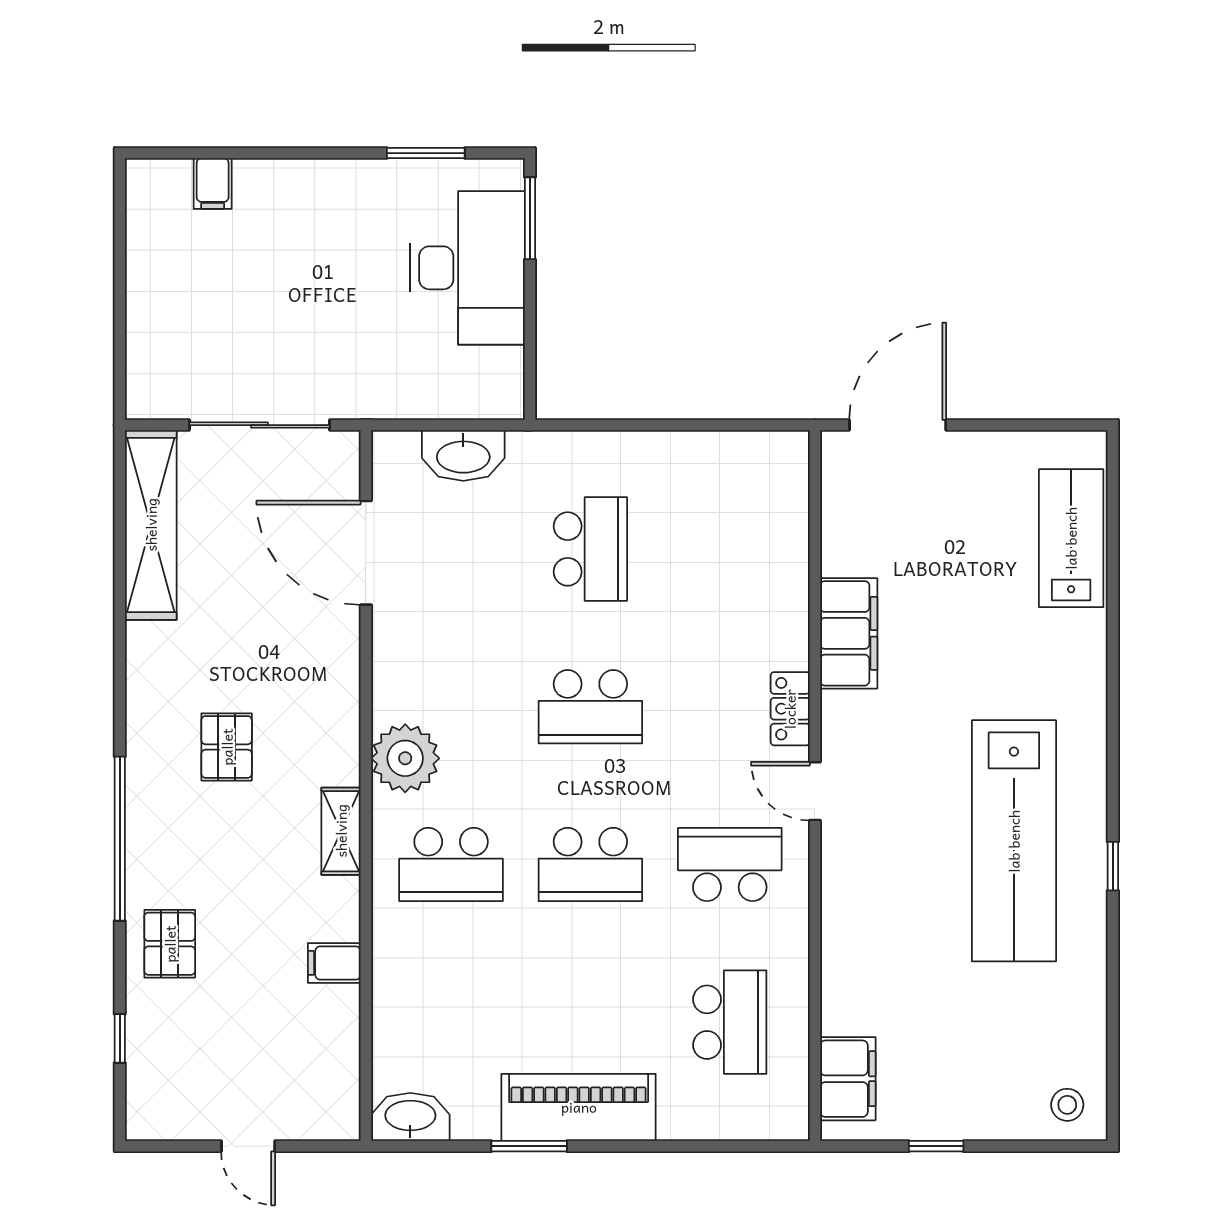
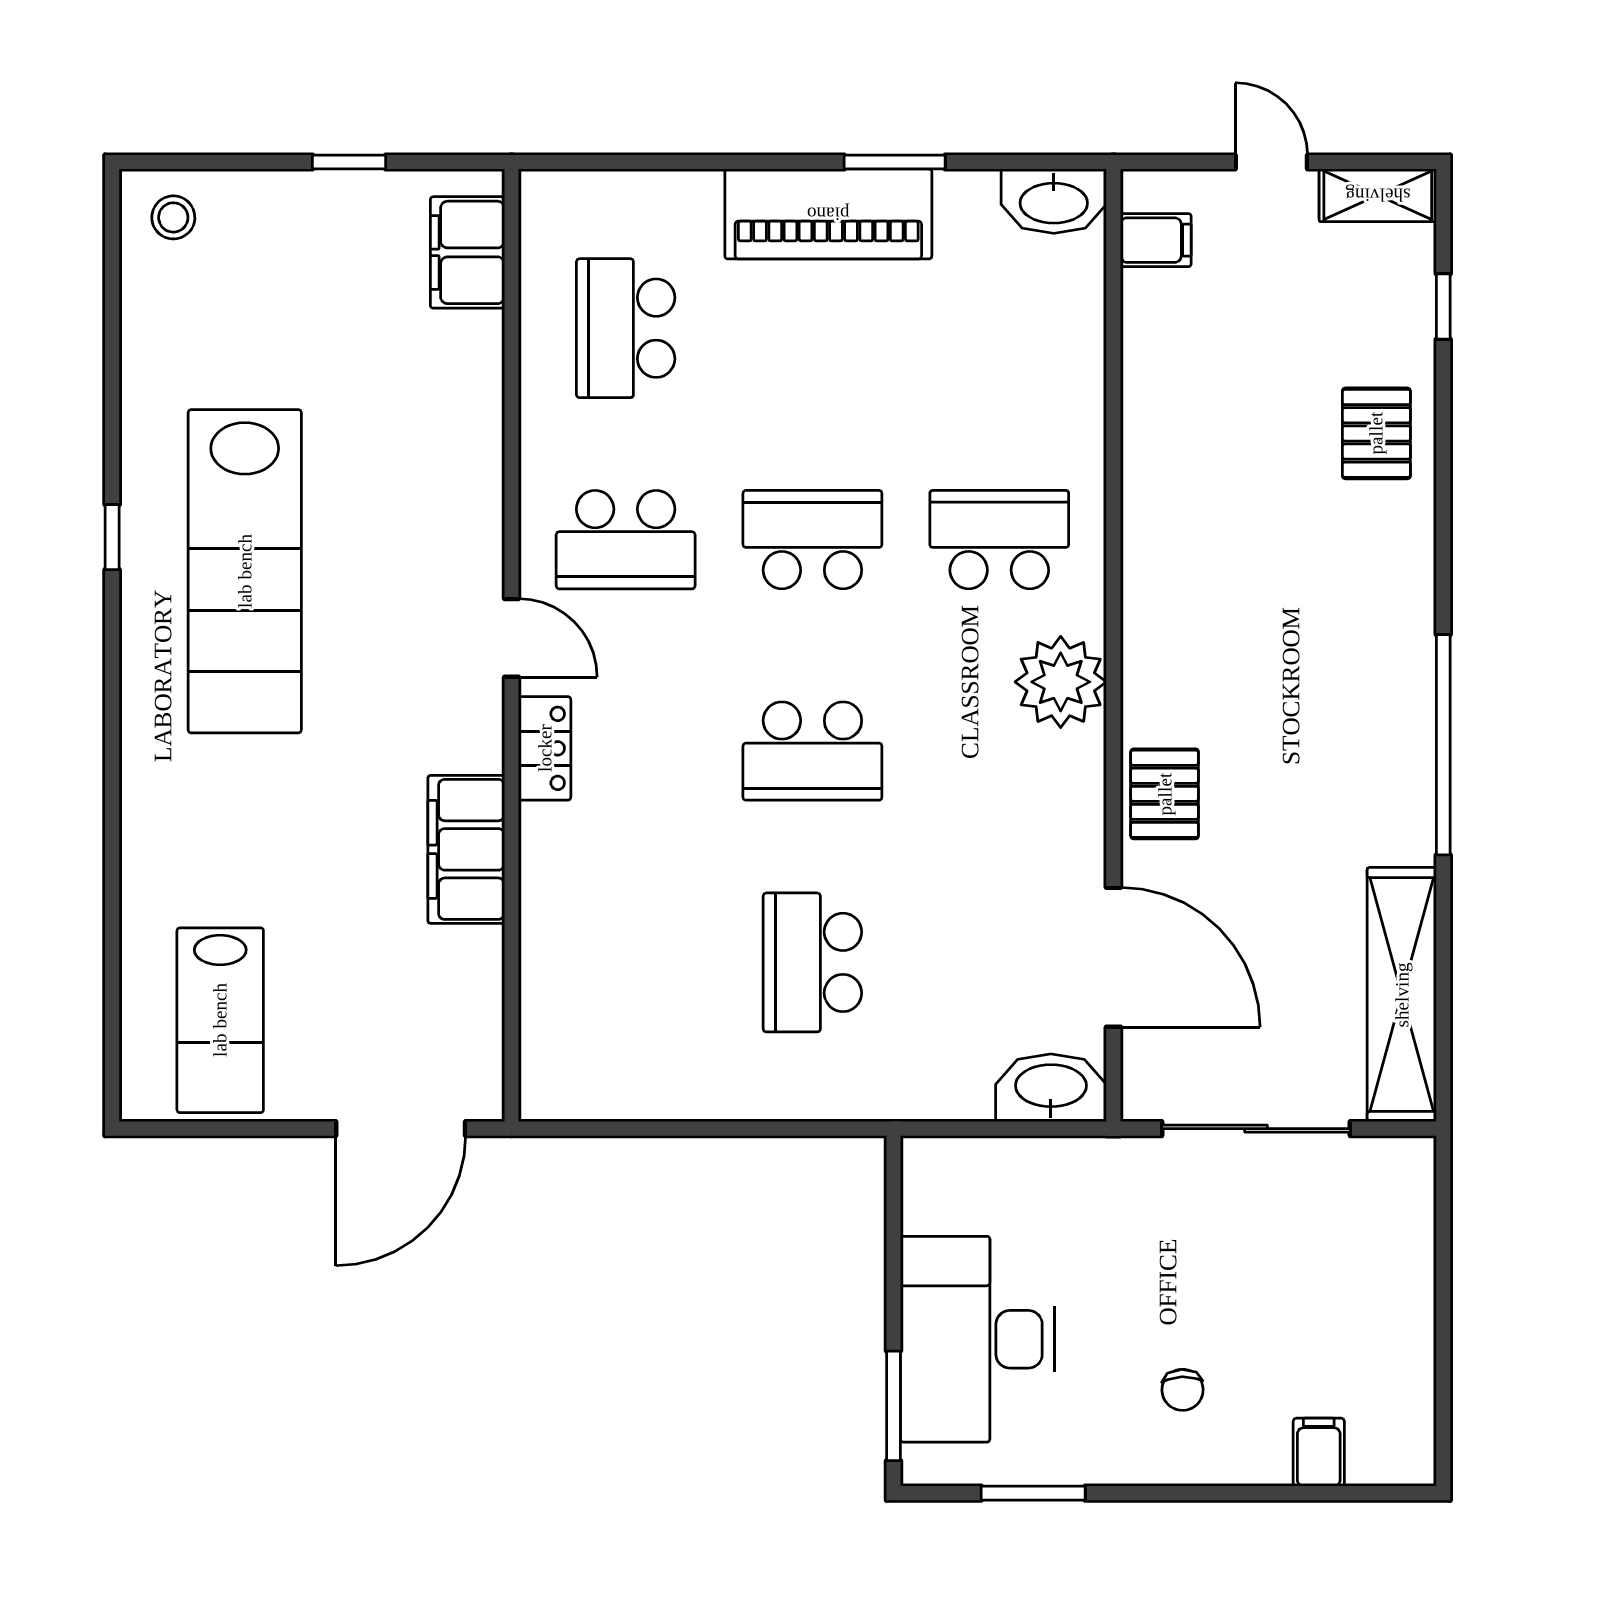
chair: (314, 230) -> (1182, 1390), added
washbasin: (463, 456) -> (1051, 1088), moved
lab bench: (1071, 538) -> (220, 1020), moved
school desk: (590, 707) -> (812, 751), turned 180
pallet: (227, 747) -> (1165, 794), moved
shelving: (341, 831) -> (1378, 195), moved, turned 90
window: (120, 839) -> (1443, 745), moved
lab bench: (1014, 841) -> (245, 571), turned 180
filing cabinet: (334, 963) -> (1156, 240), moved

